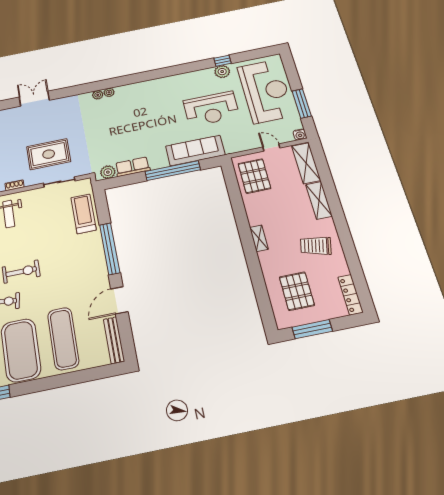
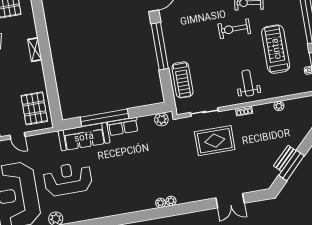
row of seats: (133, 167) -> (123, 126), moved

